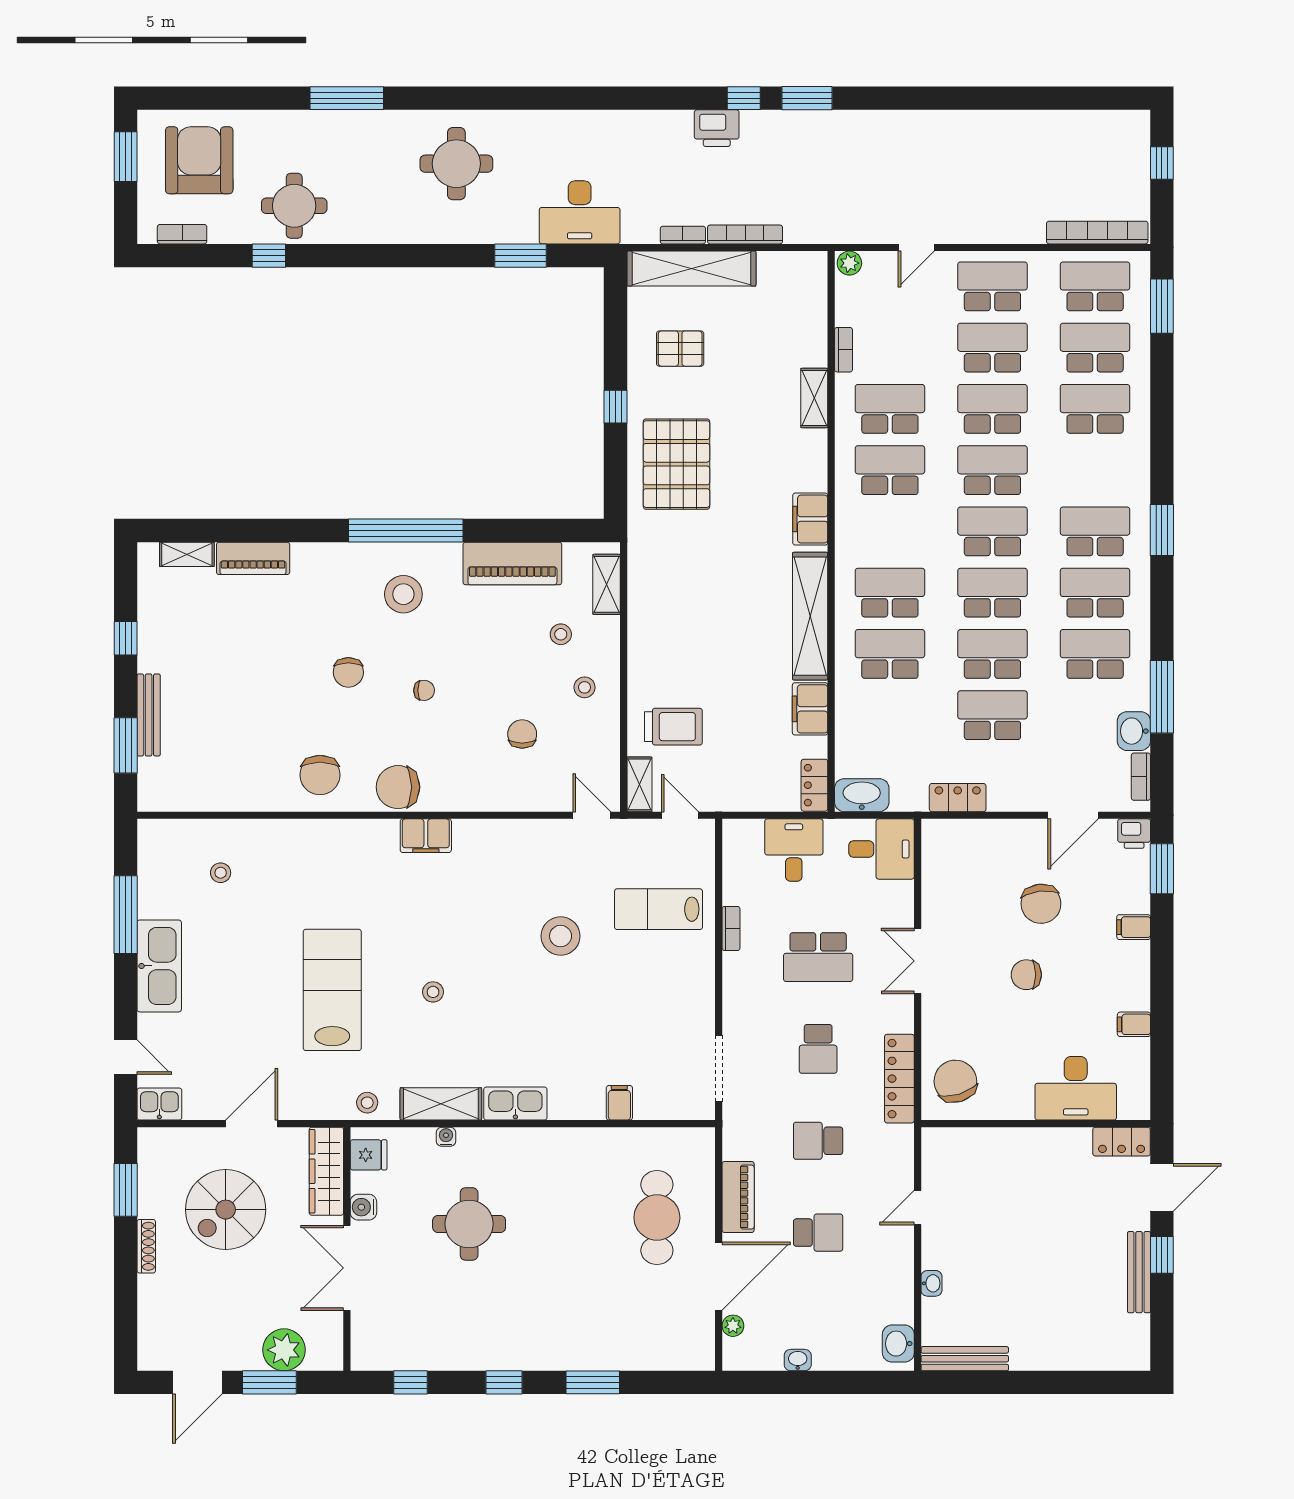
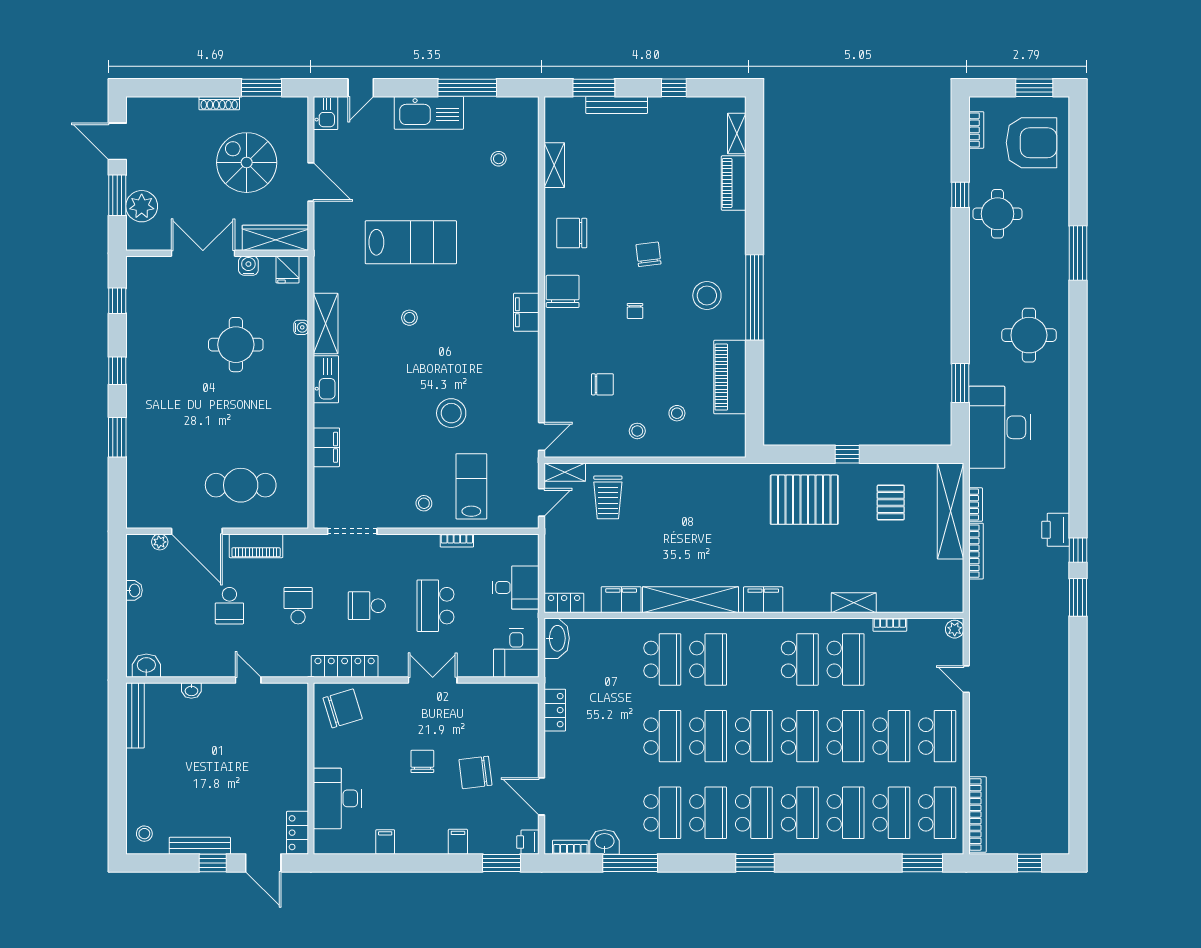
desk: (580, 212) -> (1000, 427), width x1.36, depth x1.30
shelving: (607, 584) -> (554, 165), moved, turned 90
chair: (348, 672) -> (648, 254), turned 83
school desk: (992, 715) -> (800, 813), moved
stool: (367, 1103) -> (424, 503), moved
filing cabinet: (619, 1103) -> (326, 447), width x2.00
stool: (1123, 1346) -> (144, 834), added

